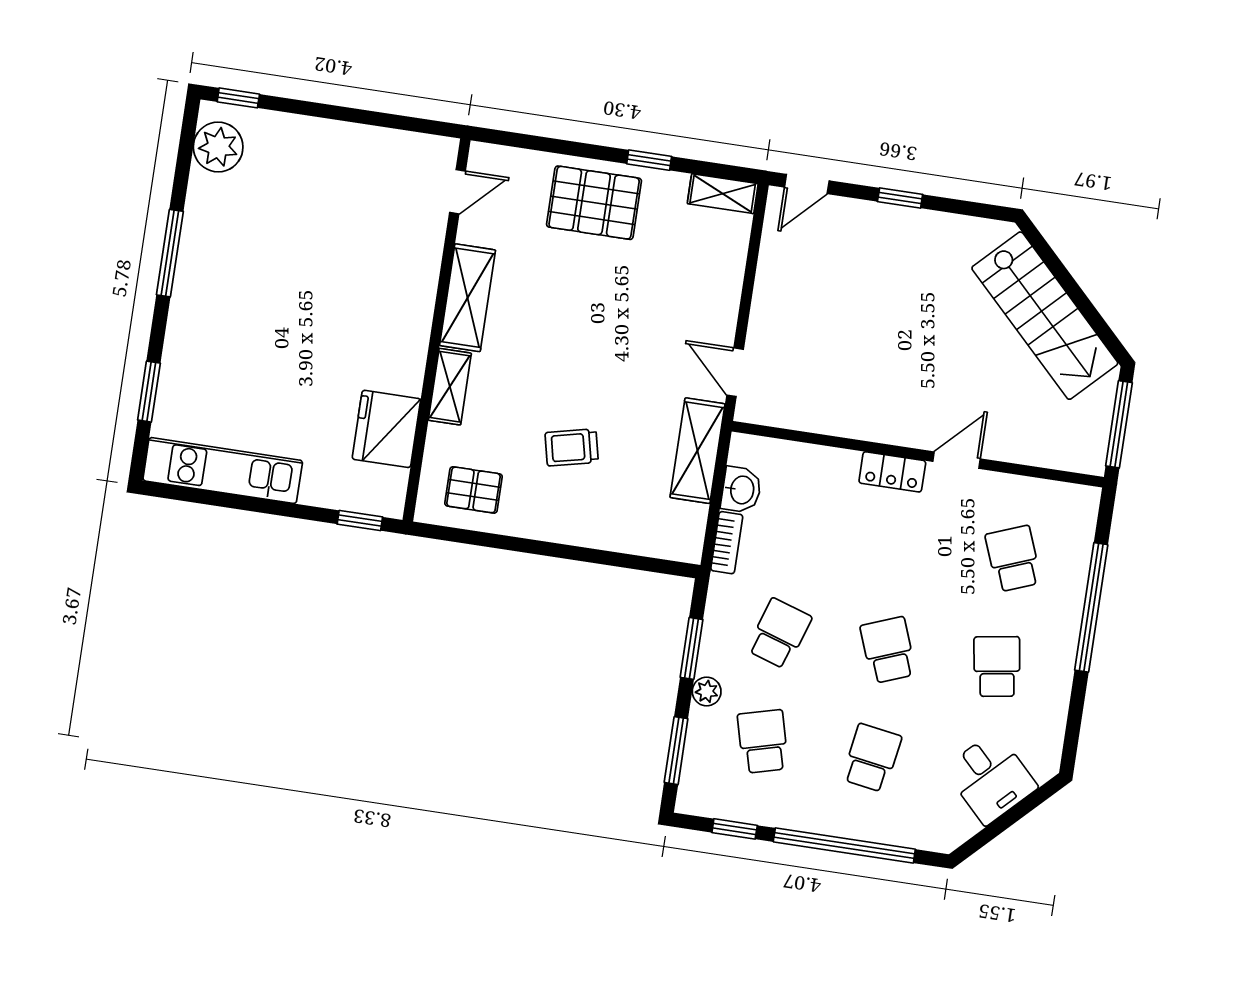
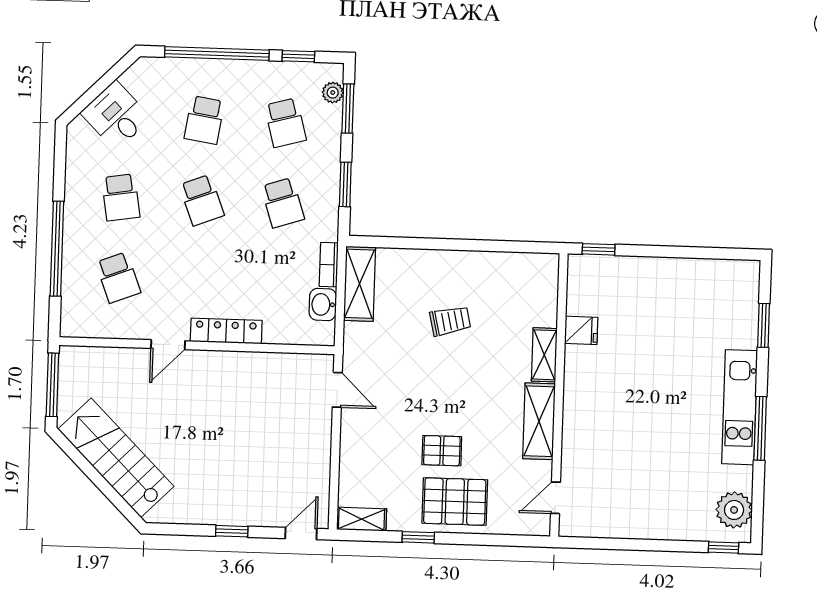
fridge: (386, 429) -> (581, 330), width x0.53, depth x0.75
shelving: (697, 451) -> (359, 284), moved
kitchen unit: (223, 471) -> (740, 407), moved, turned 90
locker: (892, 472) -> (226, 331), width x1.53
pallet: (474, 490) -> (442, 451), moved
school desk: (779, 634) -> (283, 203), turned -36
plant: (707, 691) -> (333, 93), moved

